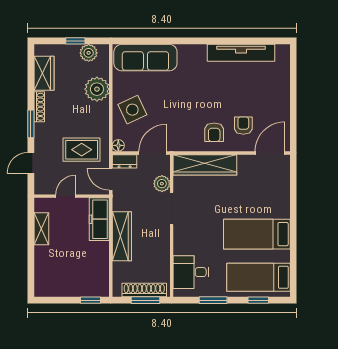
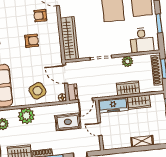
armchair: (214, 132) -> (32, 41), moved
rug: (82, 150) -> (68, 122), turned 90
plant: (162, 184) -> (127, 61), moved
shelving: (41, 229) -> (142, 141), moved
wardrobe: (122, 236) -> (128, 88), width x0.67
wardrobe: (100, 258) -> (139, 102), added

